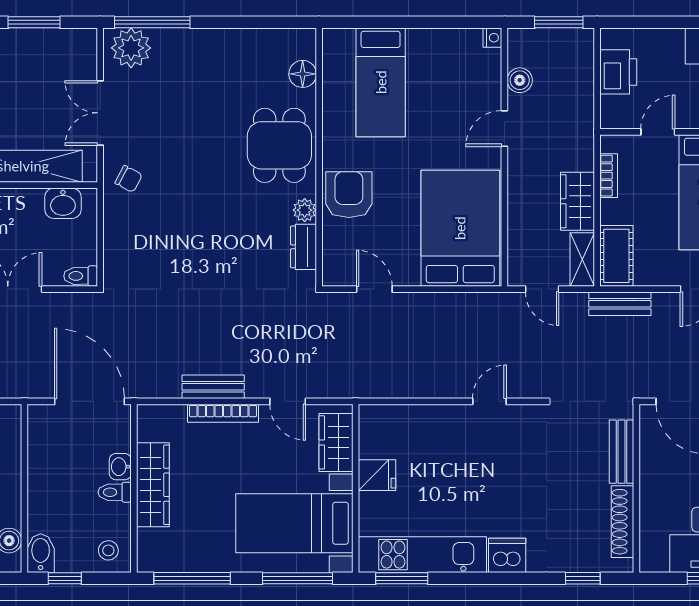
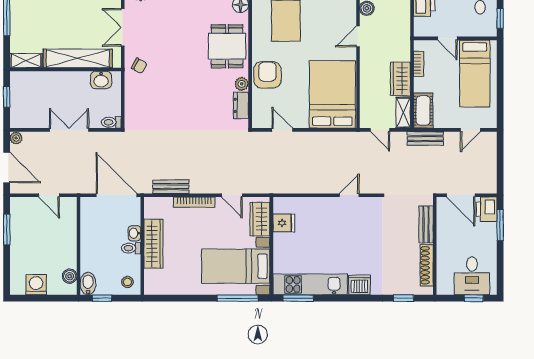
door: (658, 132) -> (447, 38), swing flipped
bench: (213, 387) -> (171, 187), moved
fridge: (377, 475) -> (284, 223), moved
window: (192, 578) -> (176, 298), removed

